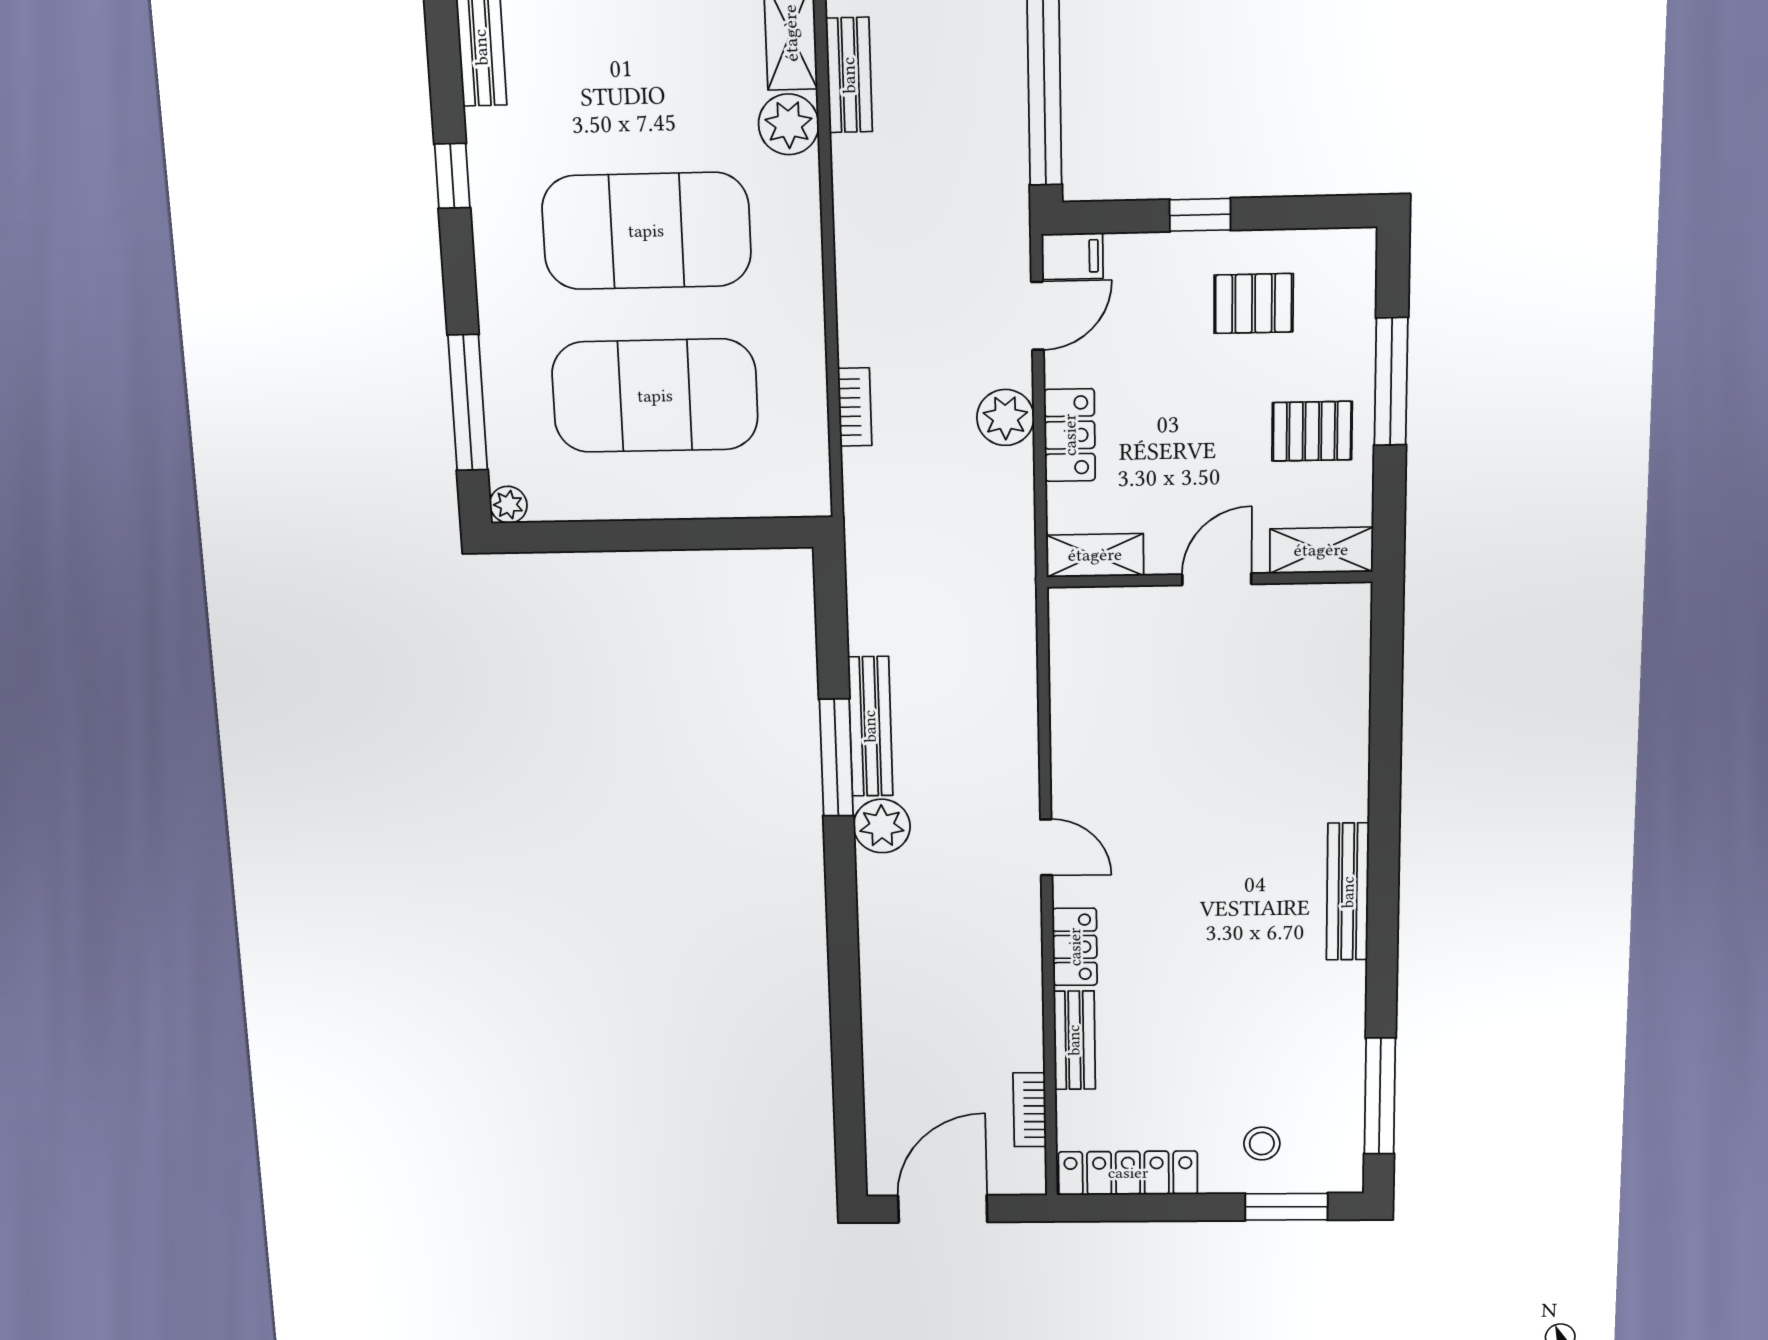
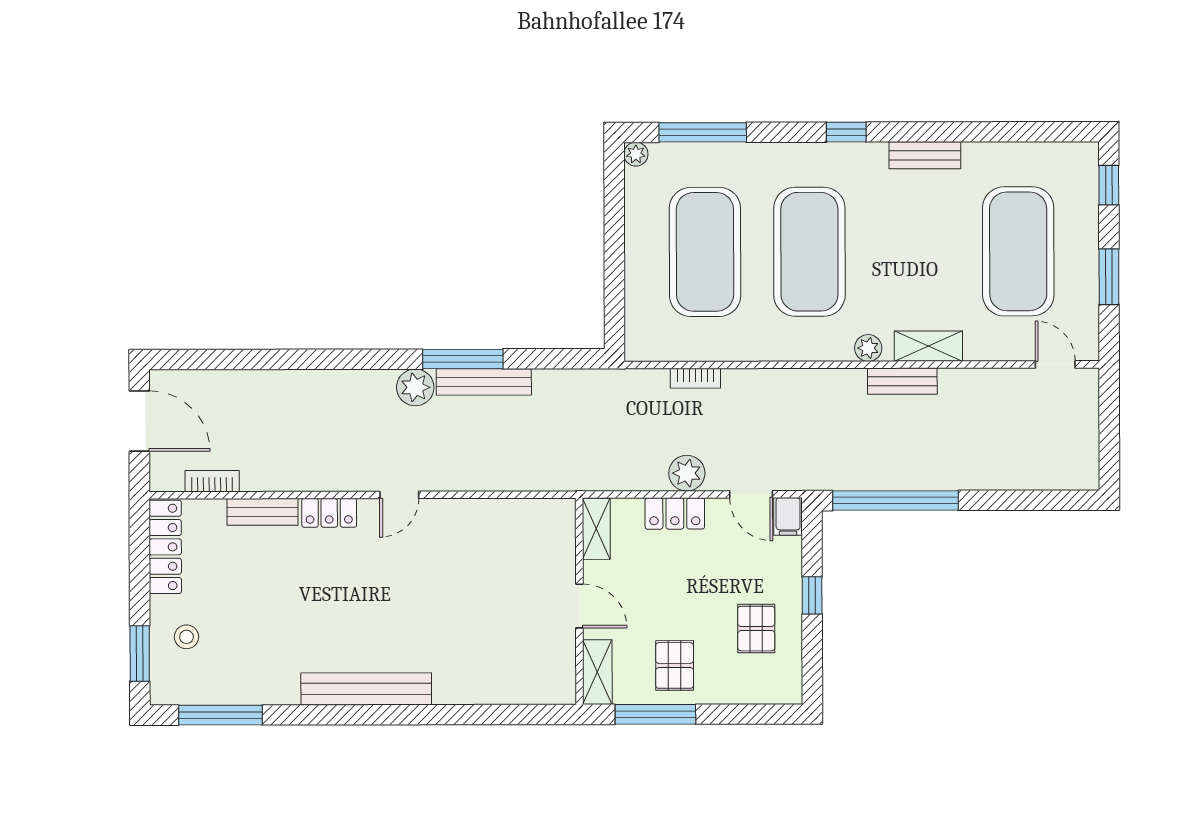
plant: (789, 124) -> (868, 348), width x0.73, depth x0.73
window: (1391, 382) -> (655, 714), moved
bench: (1348, 892) -> (366, 689), width x1.37, depth x1.21

